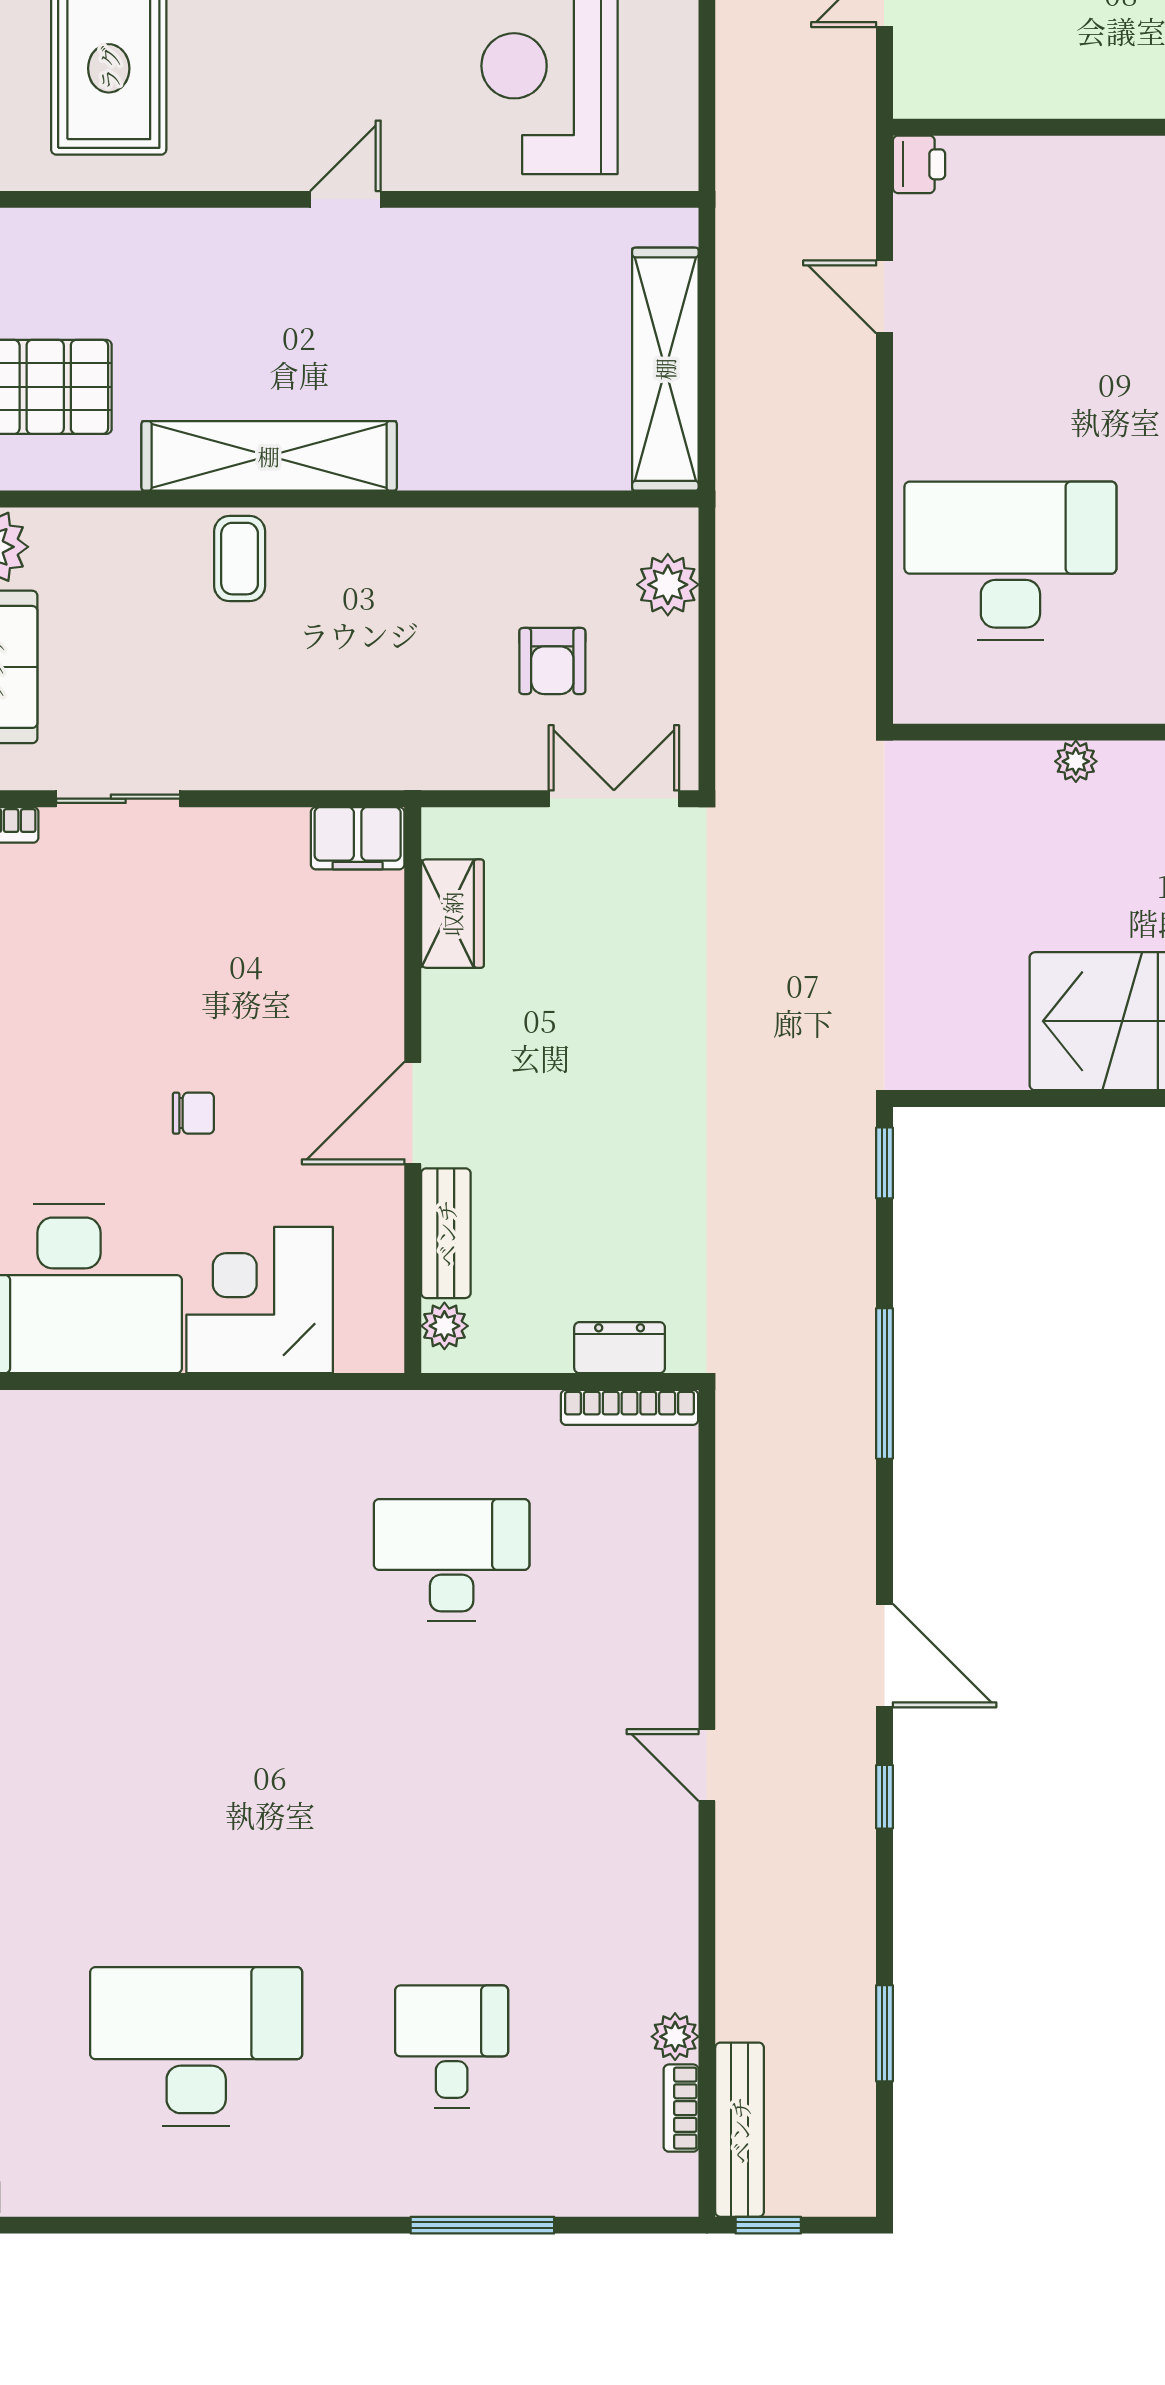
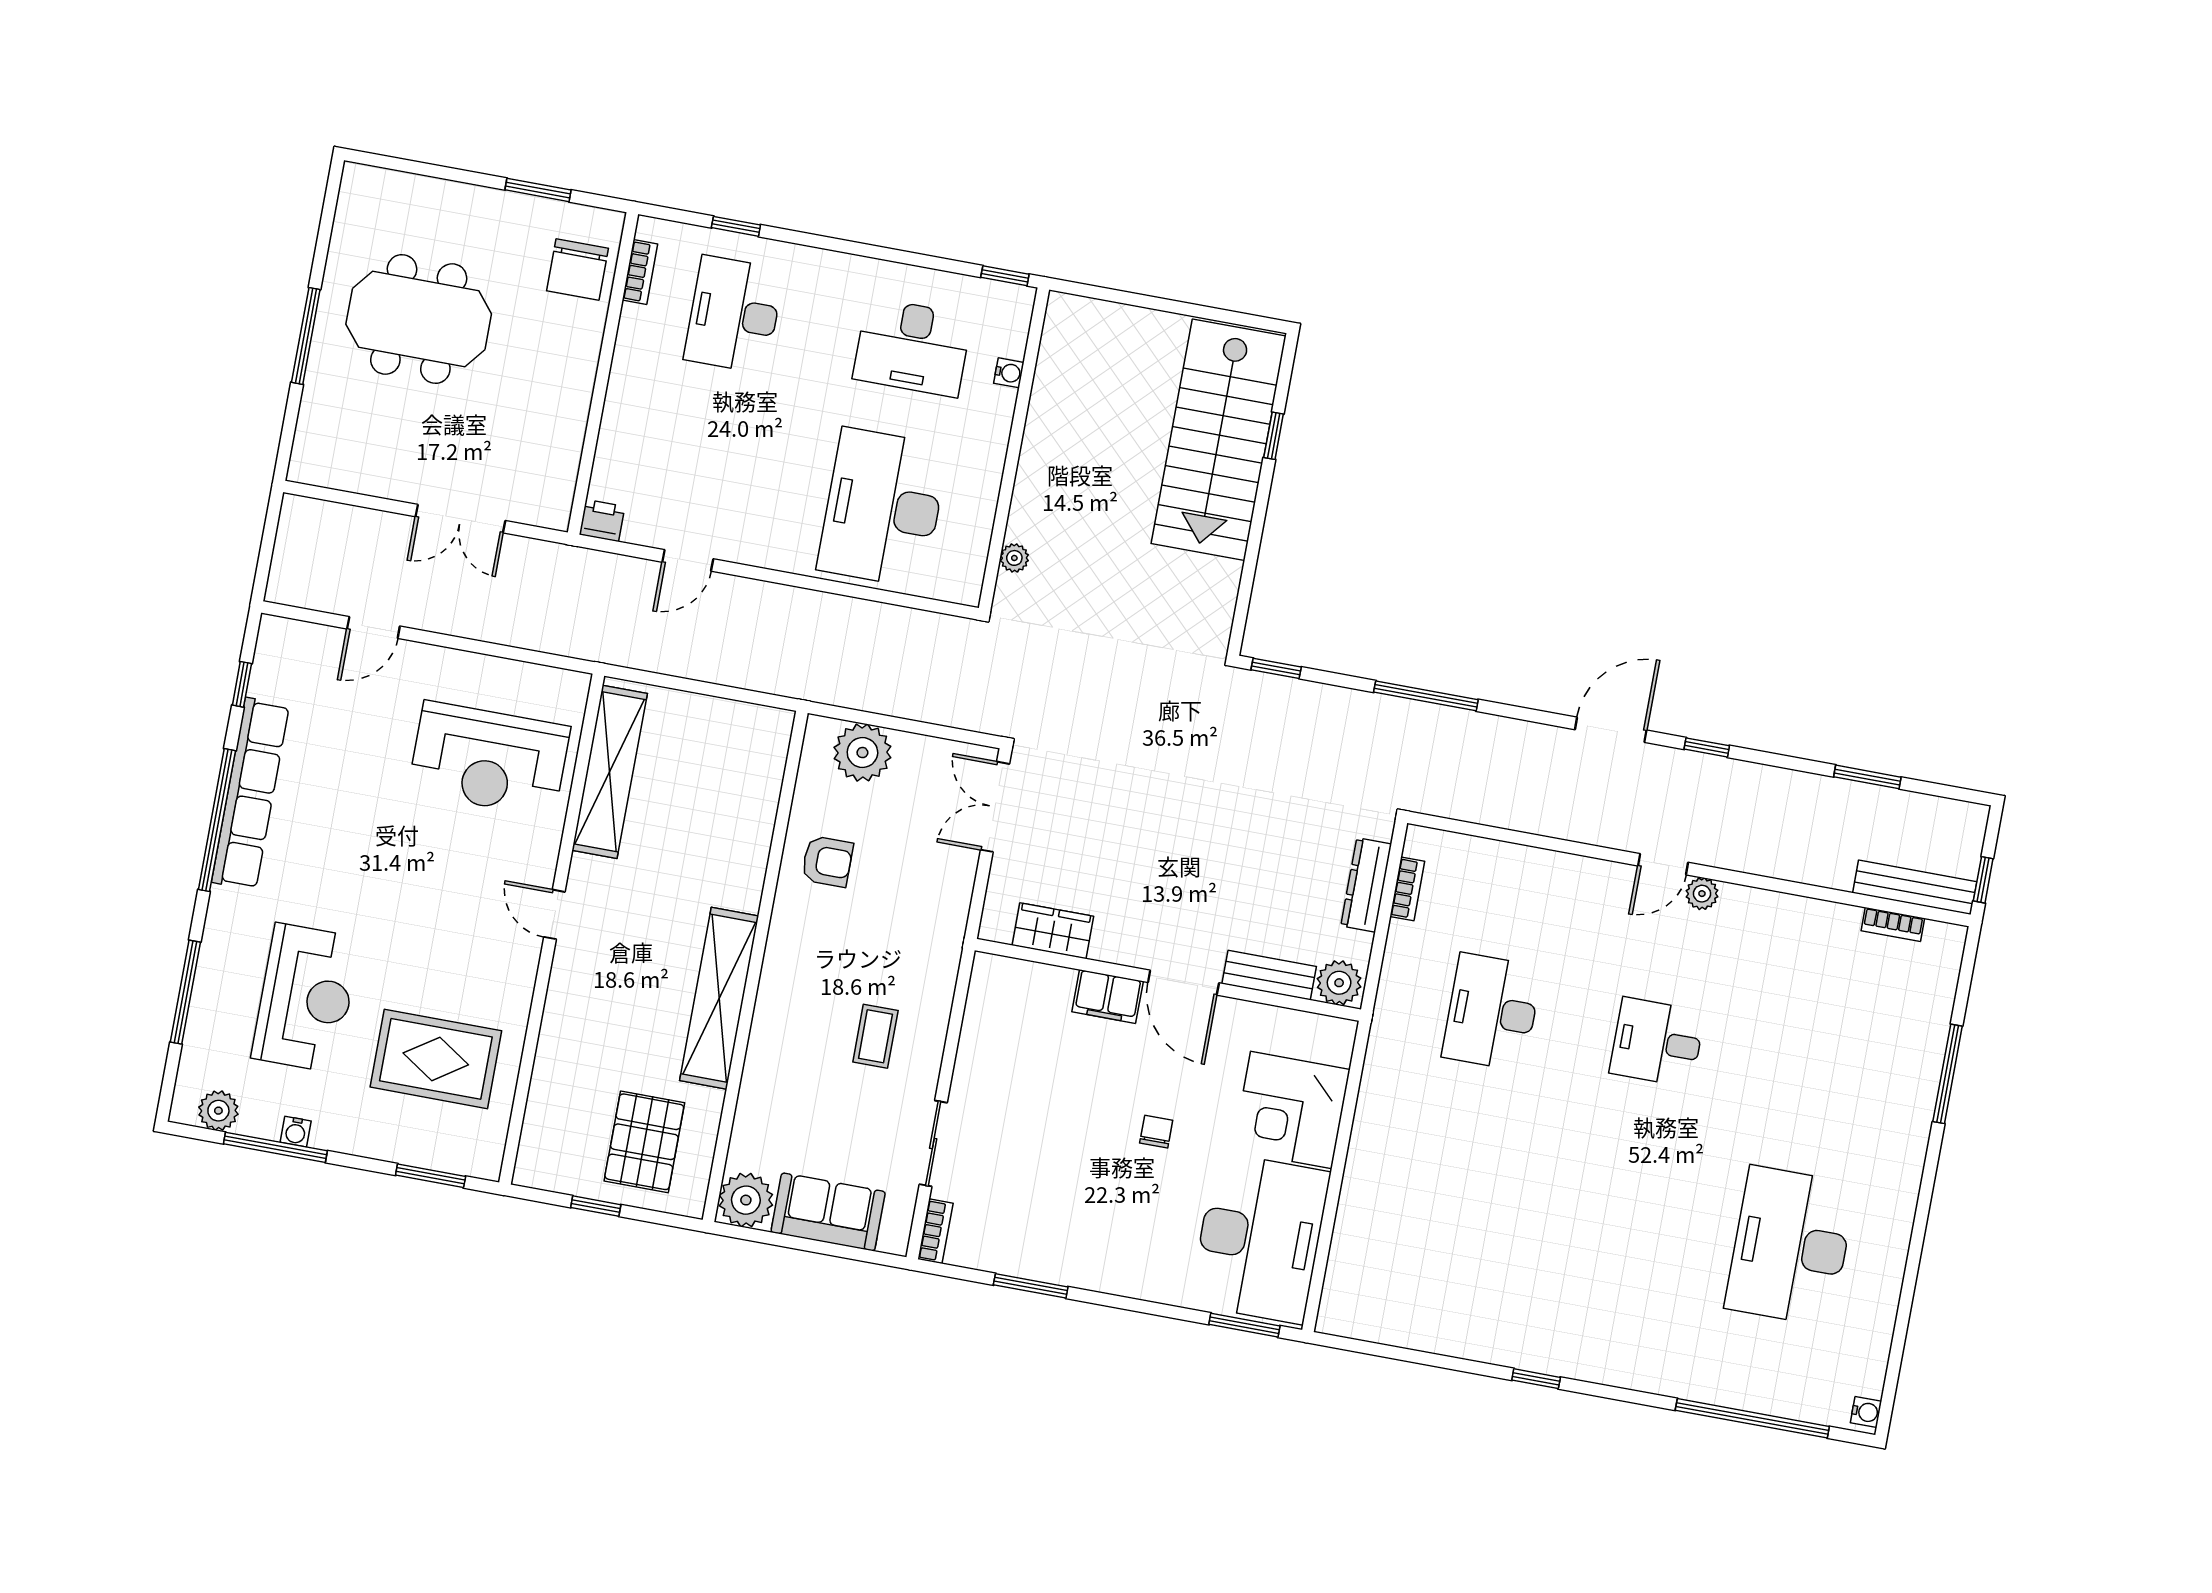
shelving: (665, 369) -> (610, 772), moved, turned 90
coffee table: (240, 559) -> (875, 1036), moved, turned 90
plant: (668, 585) -> (862, 753), width x1.36, depth x1.36
armchair: (552, 661) -> (827, 861), moved
plant: (1076, 761) -> (1014, 558), moved
filing cabinet: (358, 838) -> (1108, 996), moved, turned 90
plant: (444, 1326) -> (1339, 983), width x1.38, depth x1.38
dresser: (620, 1348) -> (1366, 885), width x1.44
bookcase: (629, 1407) -> (1407, 889), width x0.64
plant: (675, 2037) -> (1702, 894), moved
desk: (452, 2047) -> (1657, 1042), moved

